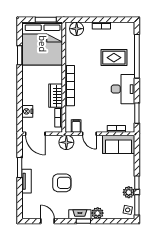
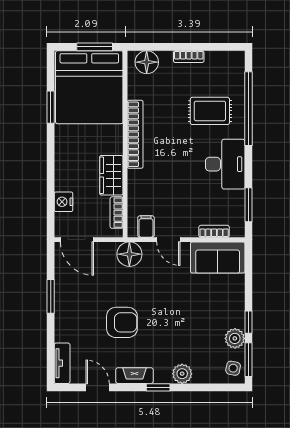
bookcase: (70, 86) -> (135, 134), moved
tv unit: (26, 181) -> (62, 363), moved
fireplace: (80, 214) -> (134, 376), moved

